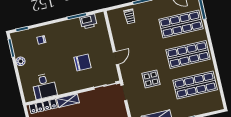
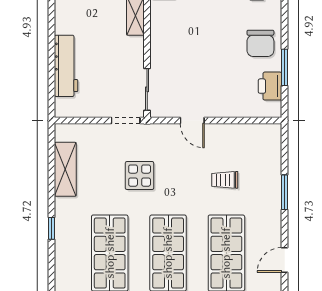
trolley: (130, 16) -> (225, 180), moved
chair: (82, 62) -> (260, 43), moved

